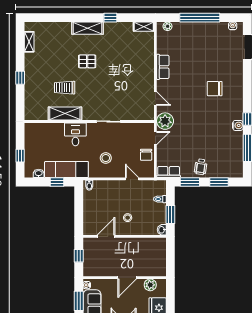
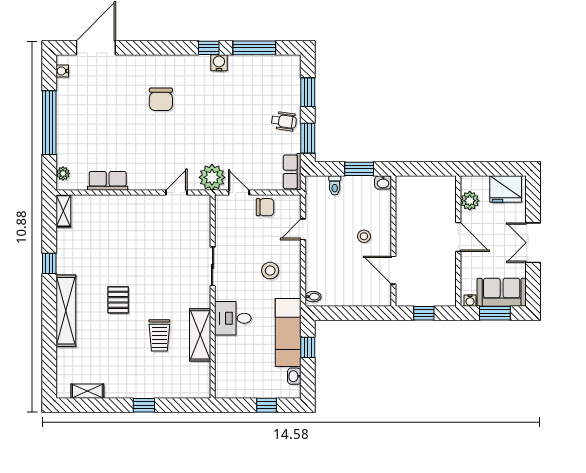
shelving: (88, 28) -> (66, 311), width x1.47
row of seats: (163, 67) -> (108, 181), moved

